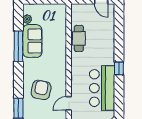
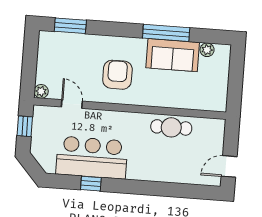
window: (119, 68) -> (91, 184), moved
armchair: (41, 90) -> (117, 75), moved, turned -101

